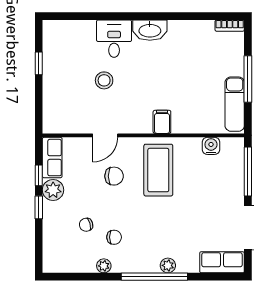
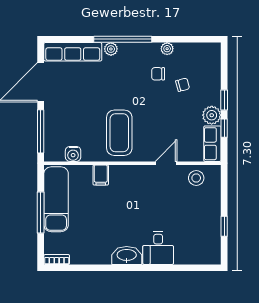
stool: (104, 80) -> (196, 178), moved
exam couch: (235, 104) -> (56, 199), width x1.36, depth x1.45
filing cabinet: (162, 122) -> (101, 175), moved
chair: (114, 176) -> (158, 127), removed
row of seats: (222, 262) -> (73, 52), width x1.48

